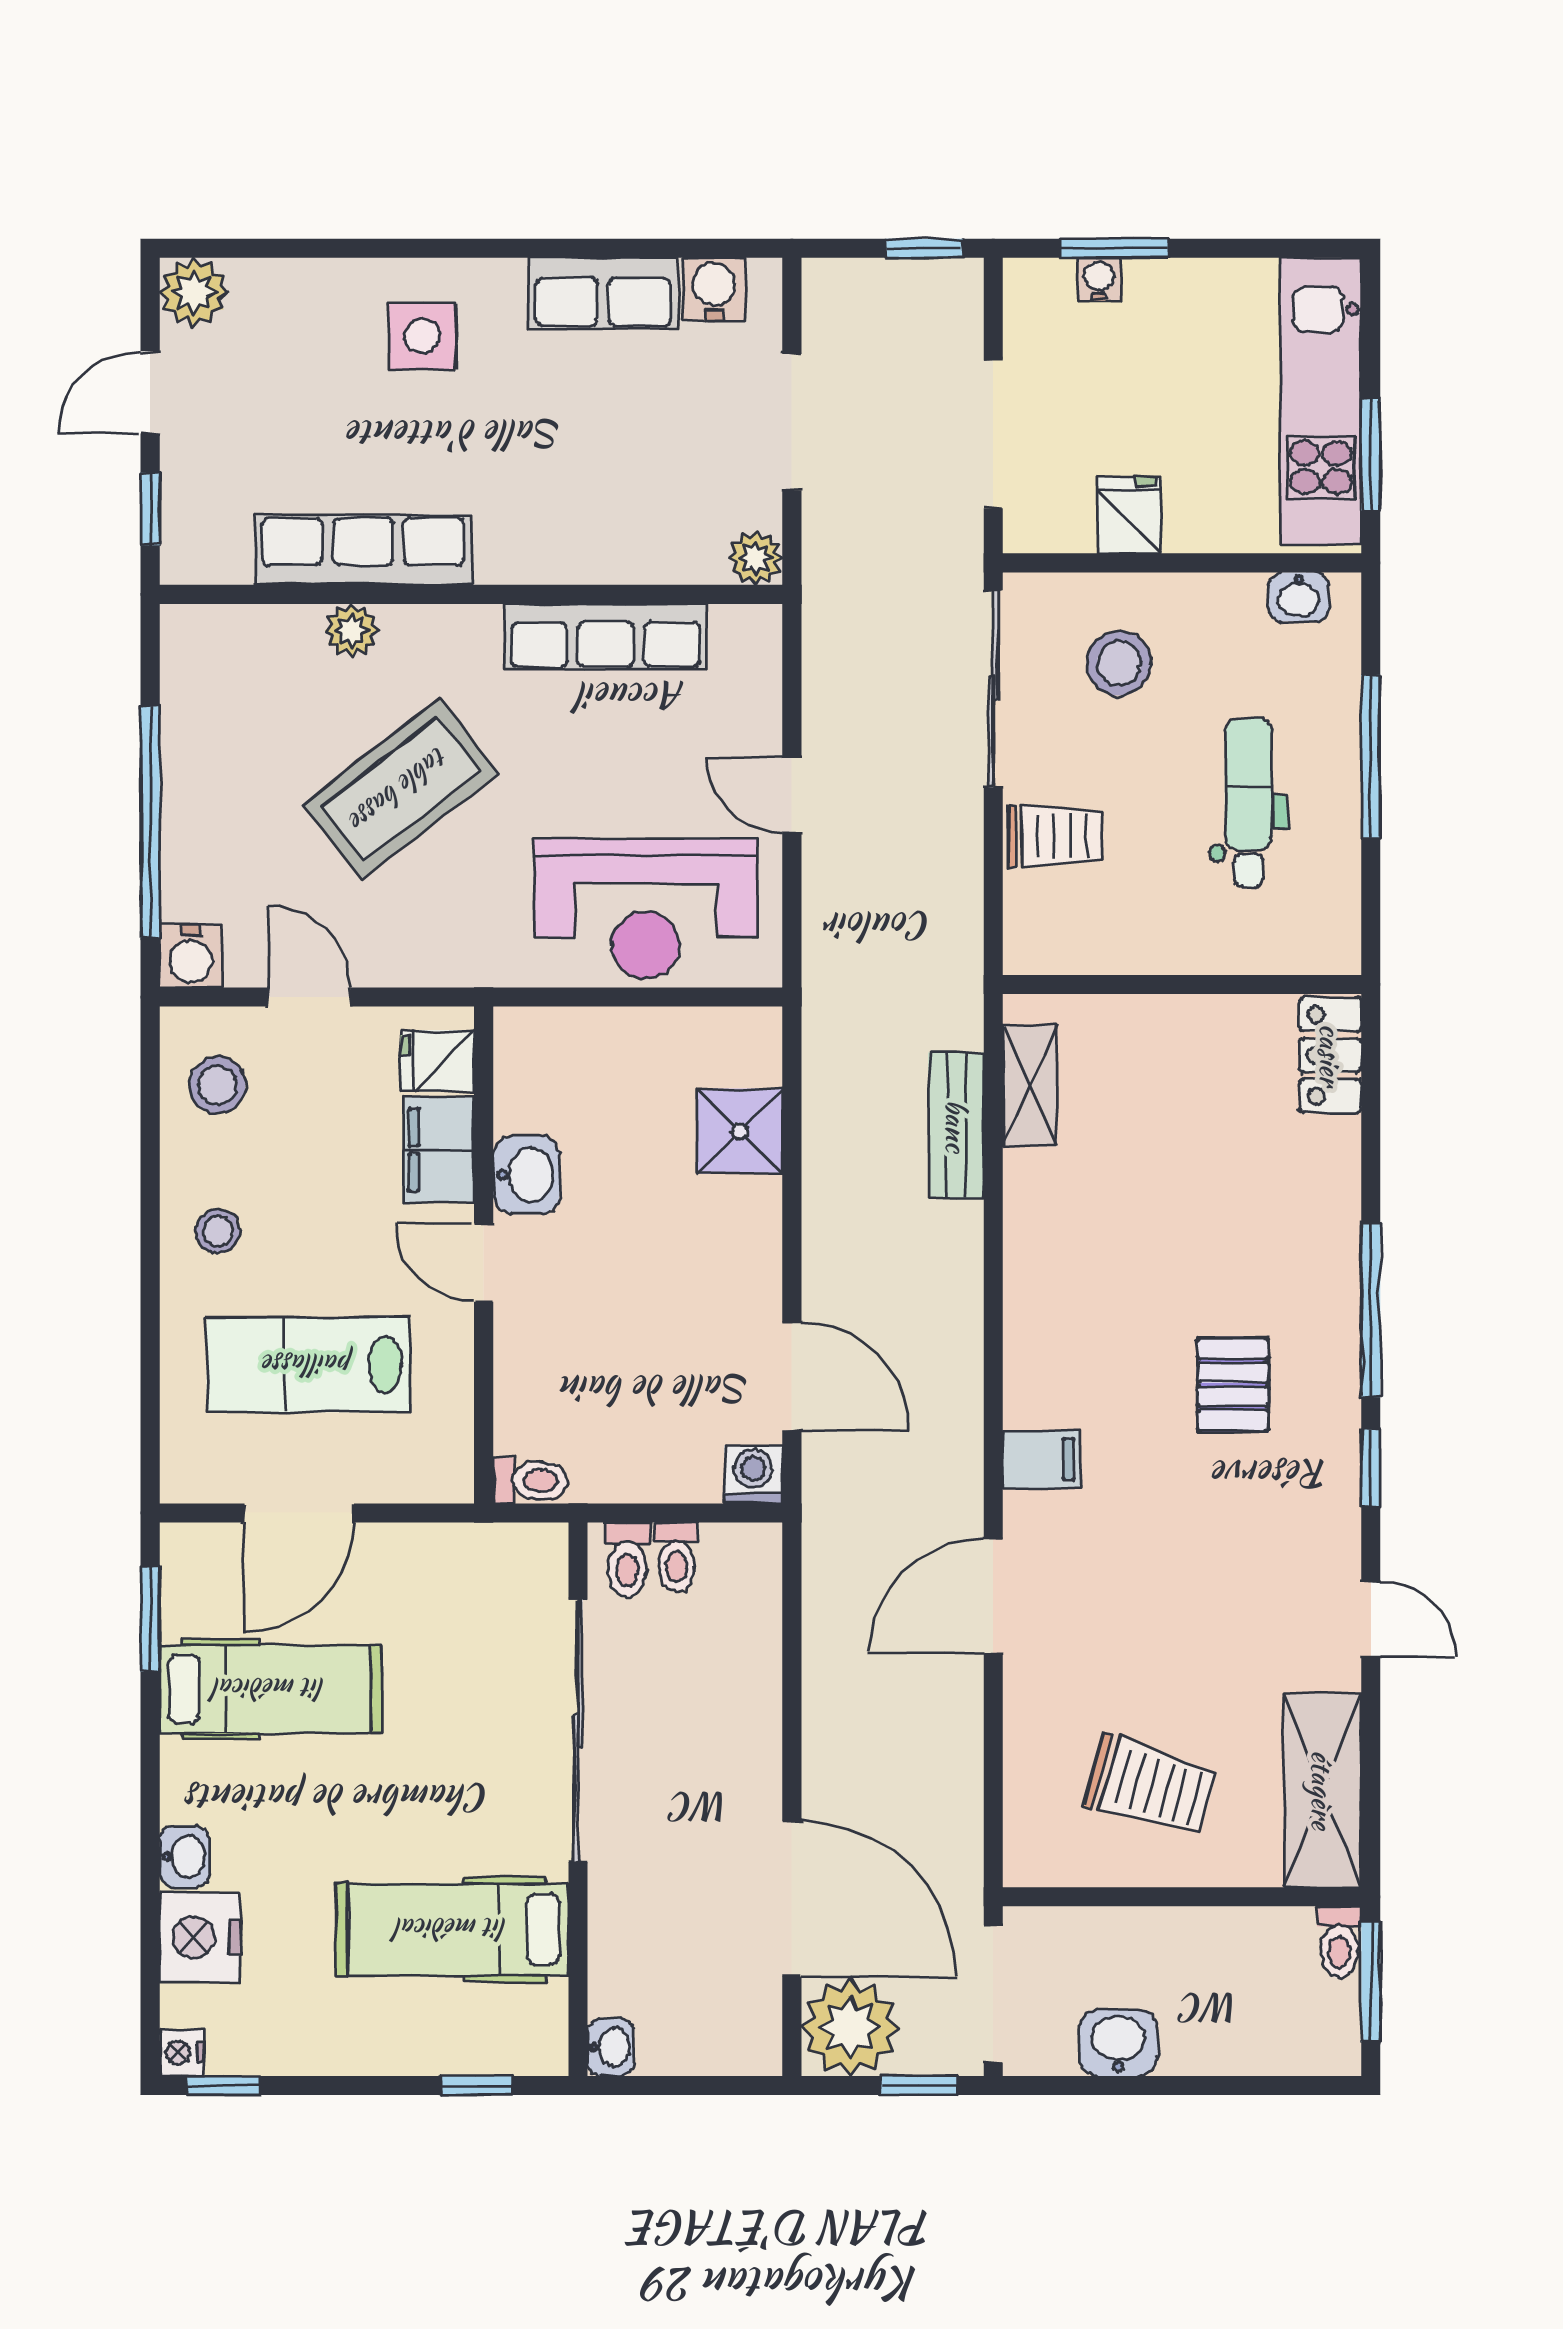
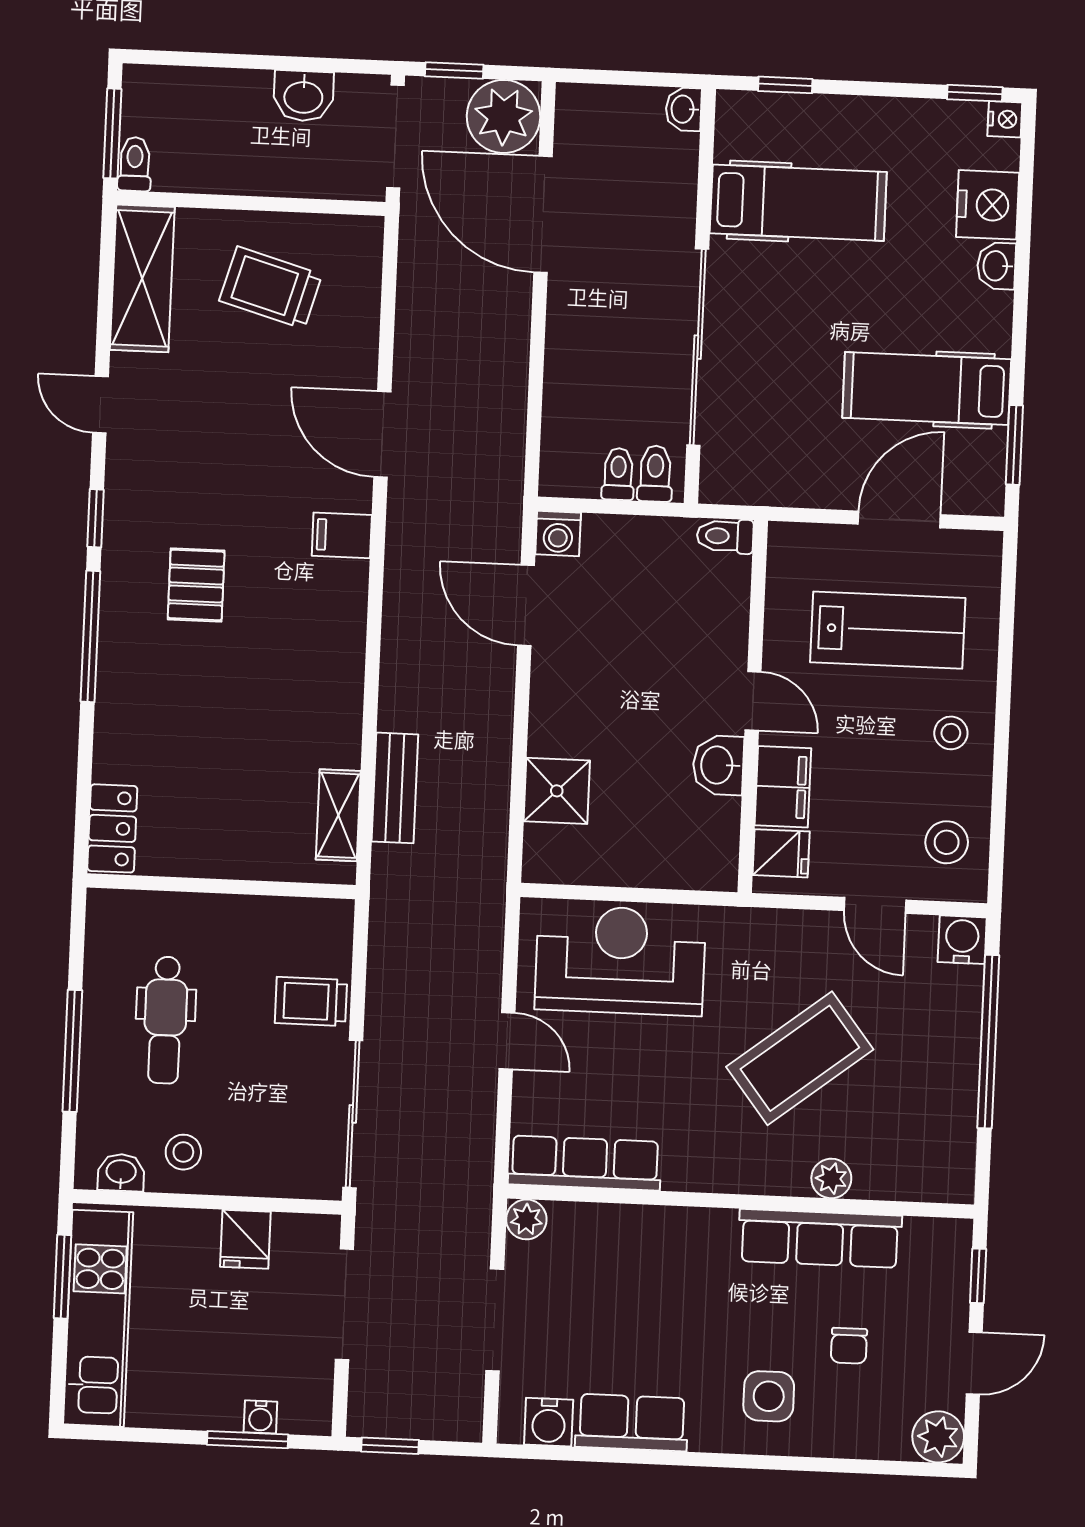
chair: (318, 408) -> (849, 1346), added
row of seats: (606, 637) -> (585, 1163), moved
stool: (1119, 663) -> (183, 1152), moved, width x0.73, depth x0.73
door: (993, 1596) -> (382, 434), swing flipped

